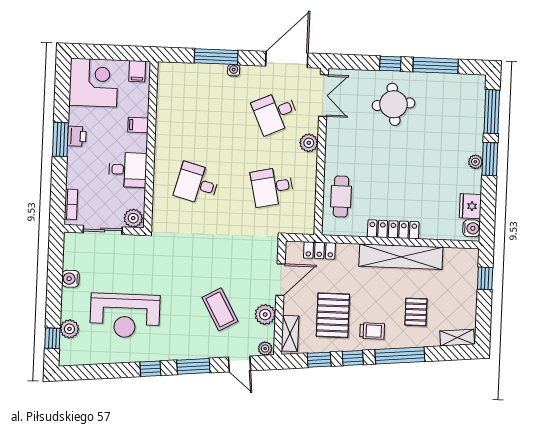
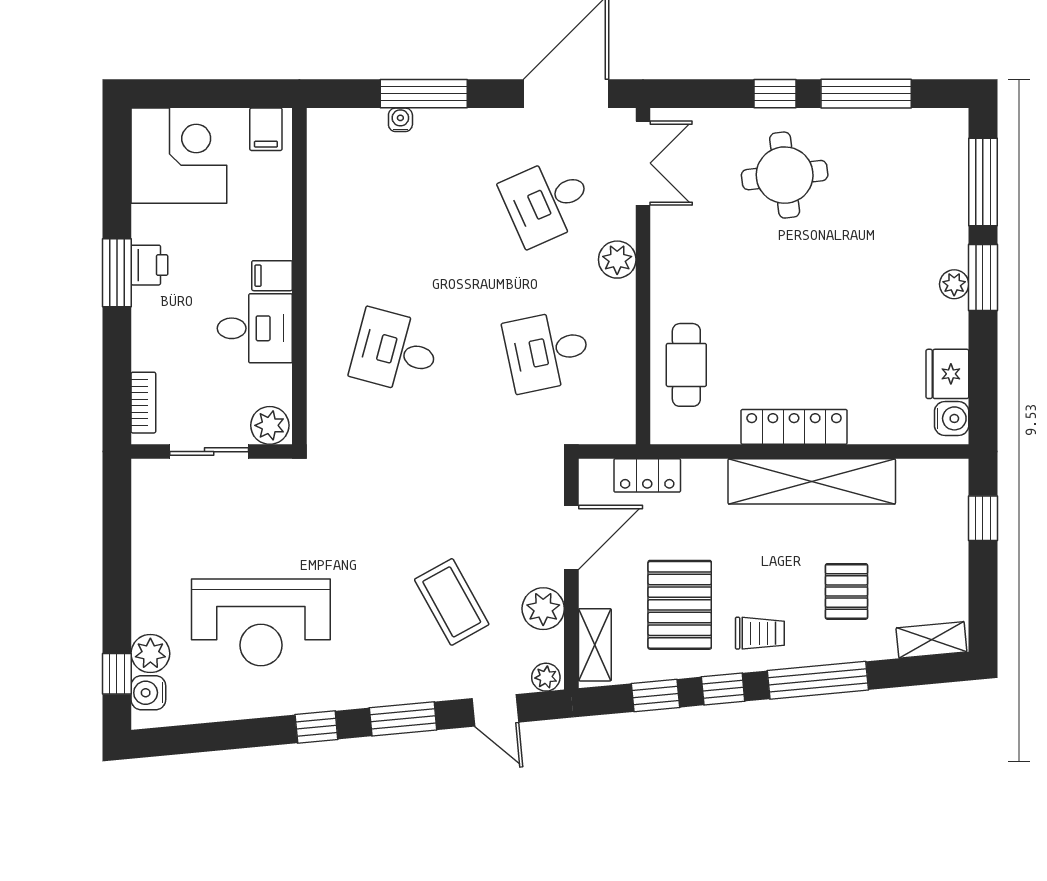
water cooler: (234, 70) -> (400, 120), moved
filing cabinet: (138, 125) -> (272, 276), moved
water cooler: (70, 279) -> (148, 693), moved

